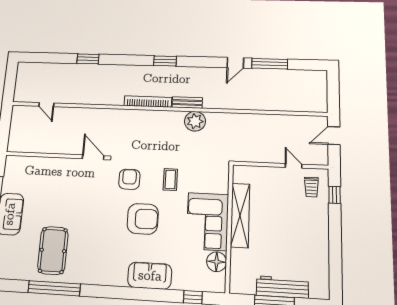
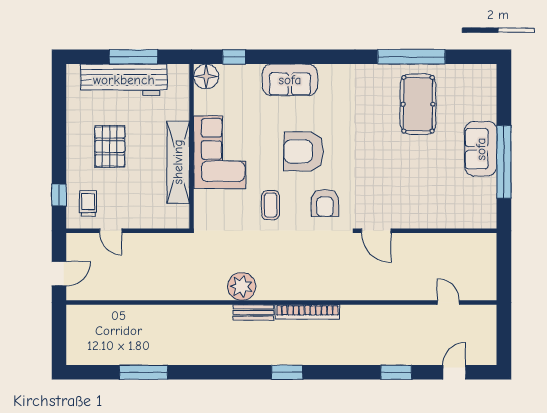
door: (235, 63) -> (454, 372), moved
pallet: (294, 231) -> (110, 147), added
floor lamp: (217, 262) -> (206, 76), moved
workbench: (282, 287) -> (124, 80), width x1.36, depth x1.32

